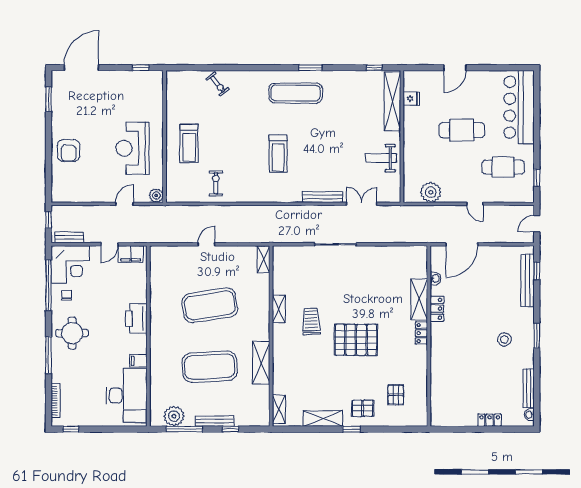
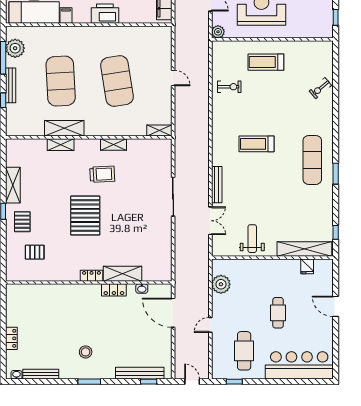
cafe table: (462, 130) -> (278, 313), width x0.73, depth x0.74
shelving: (279, 409) -> (61, 145), moved

